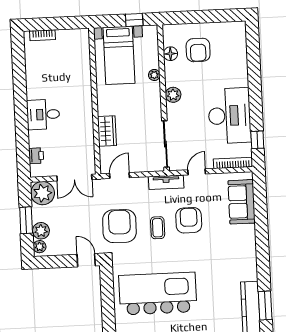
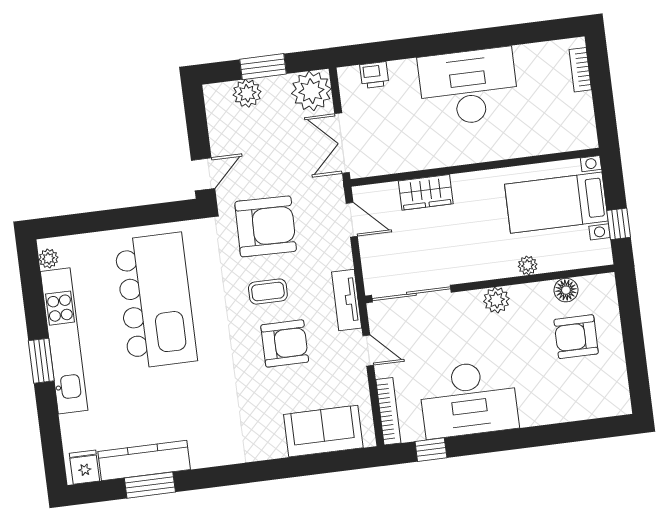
desk: (43, 114) -> (468, 87), width x1.87, depth x1.30
plant: (40, 247) -> (220, 93), removed

